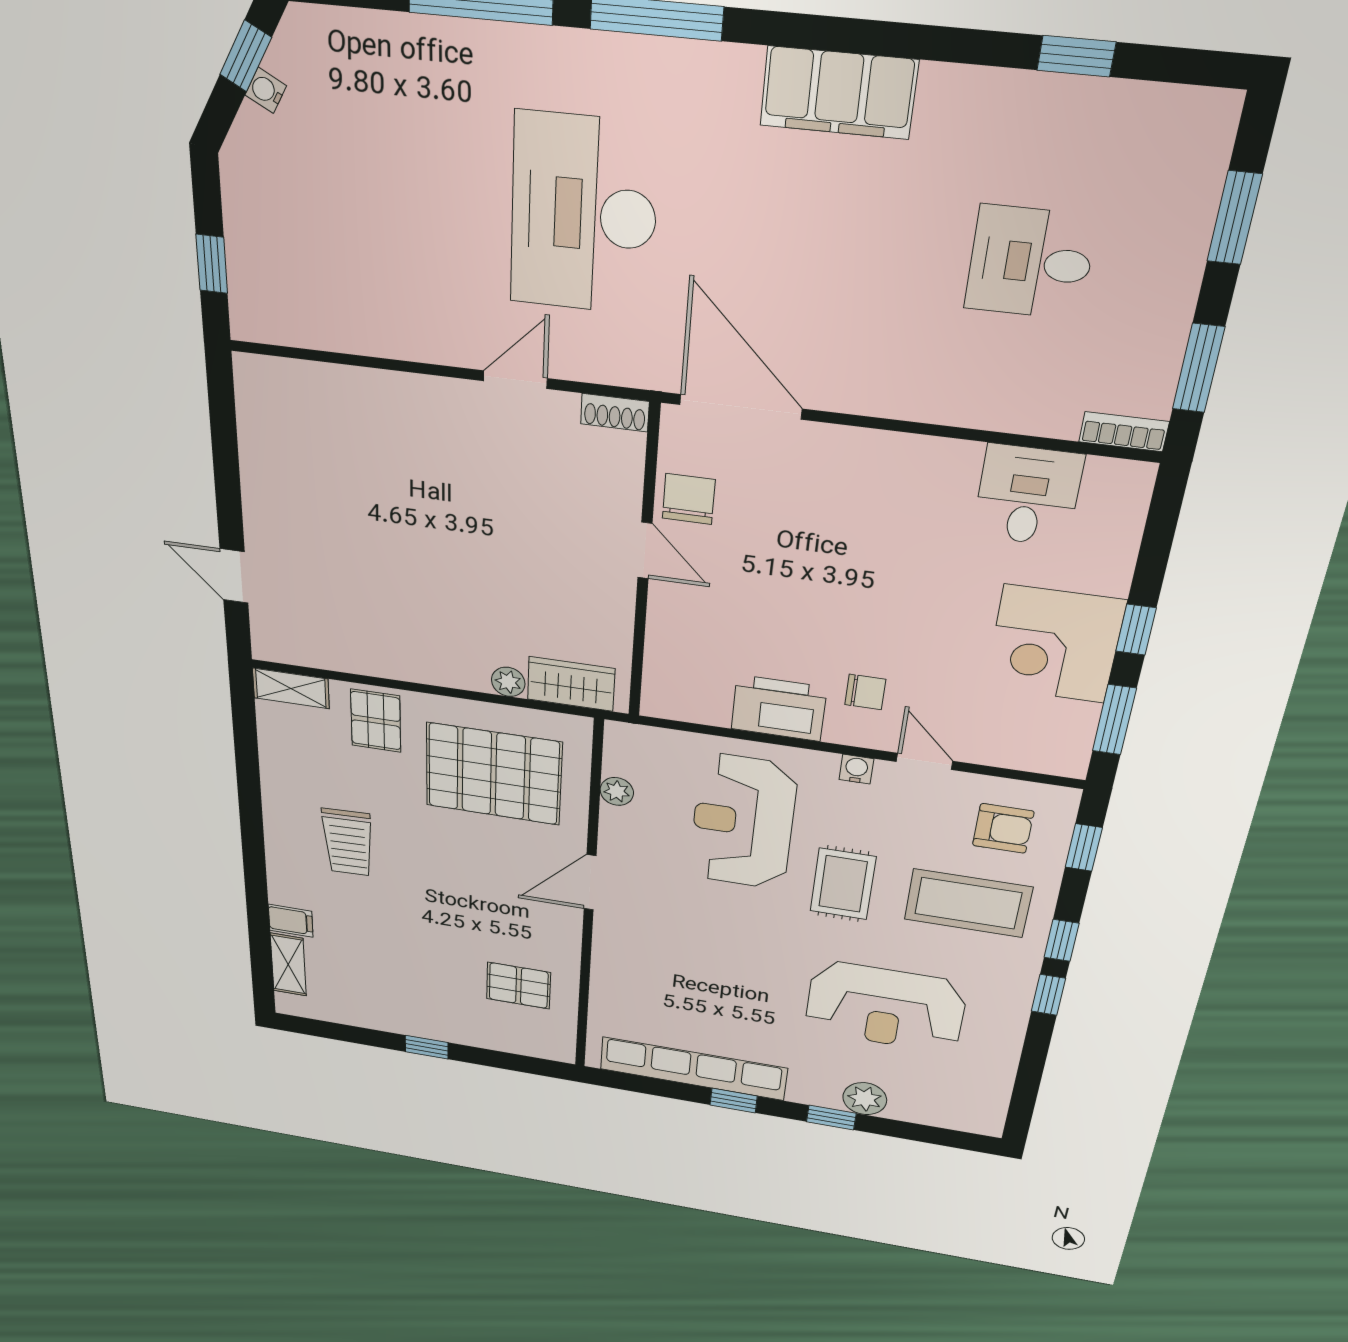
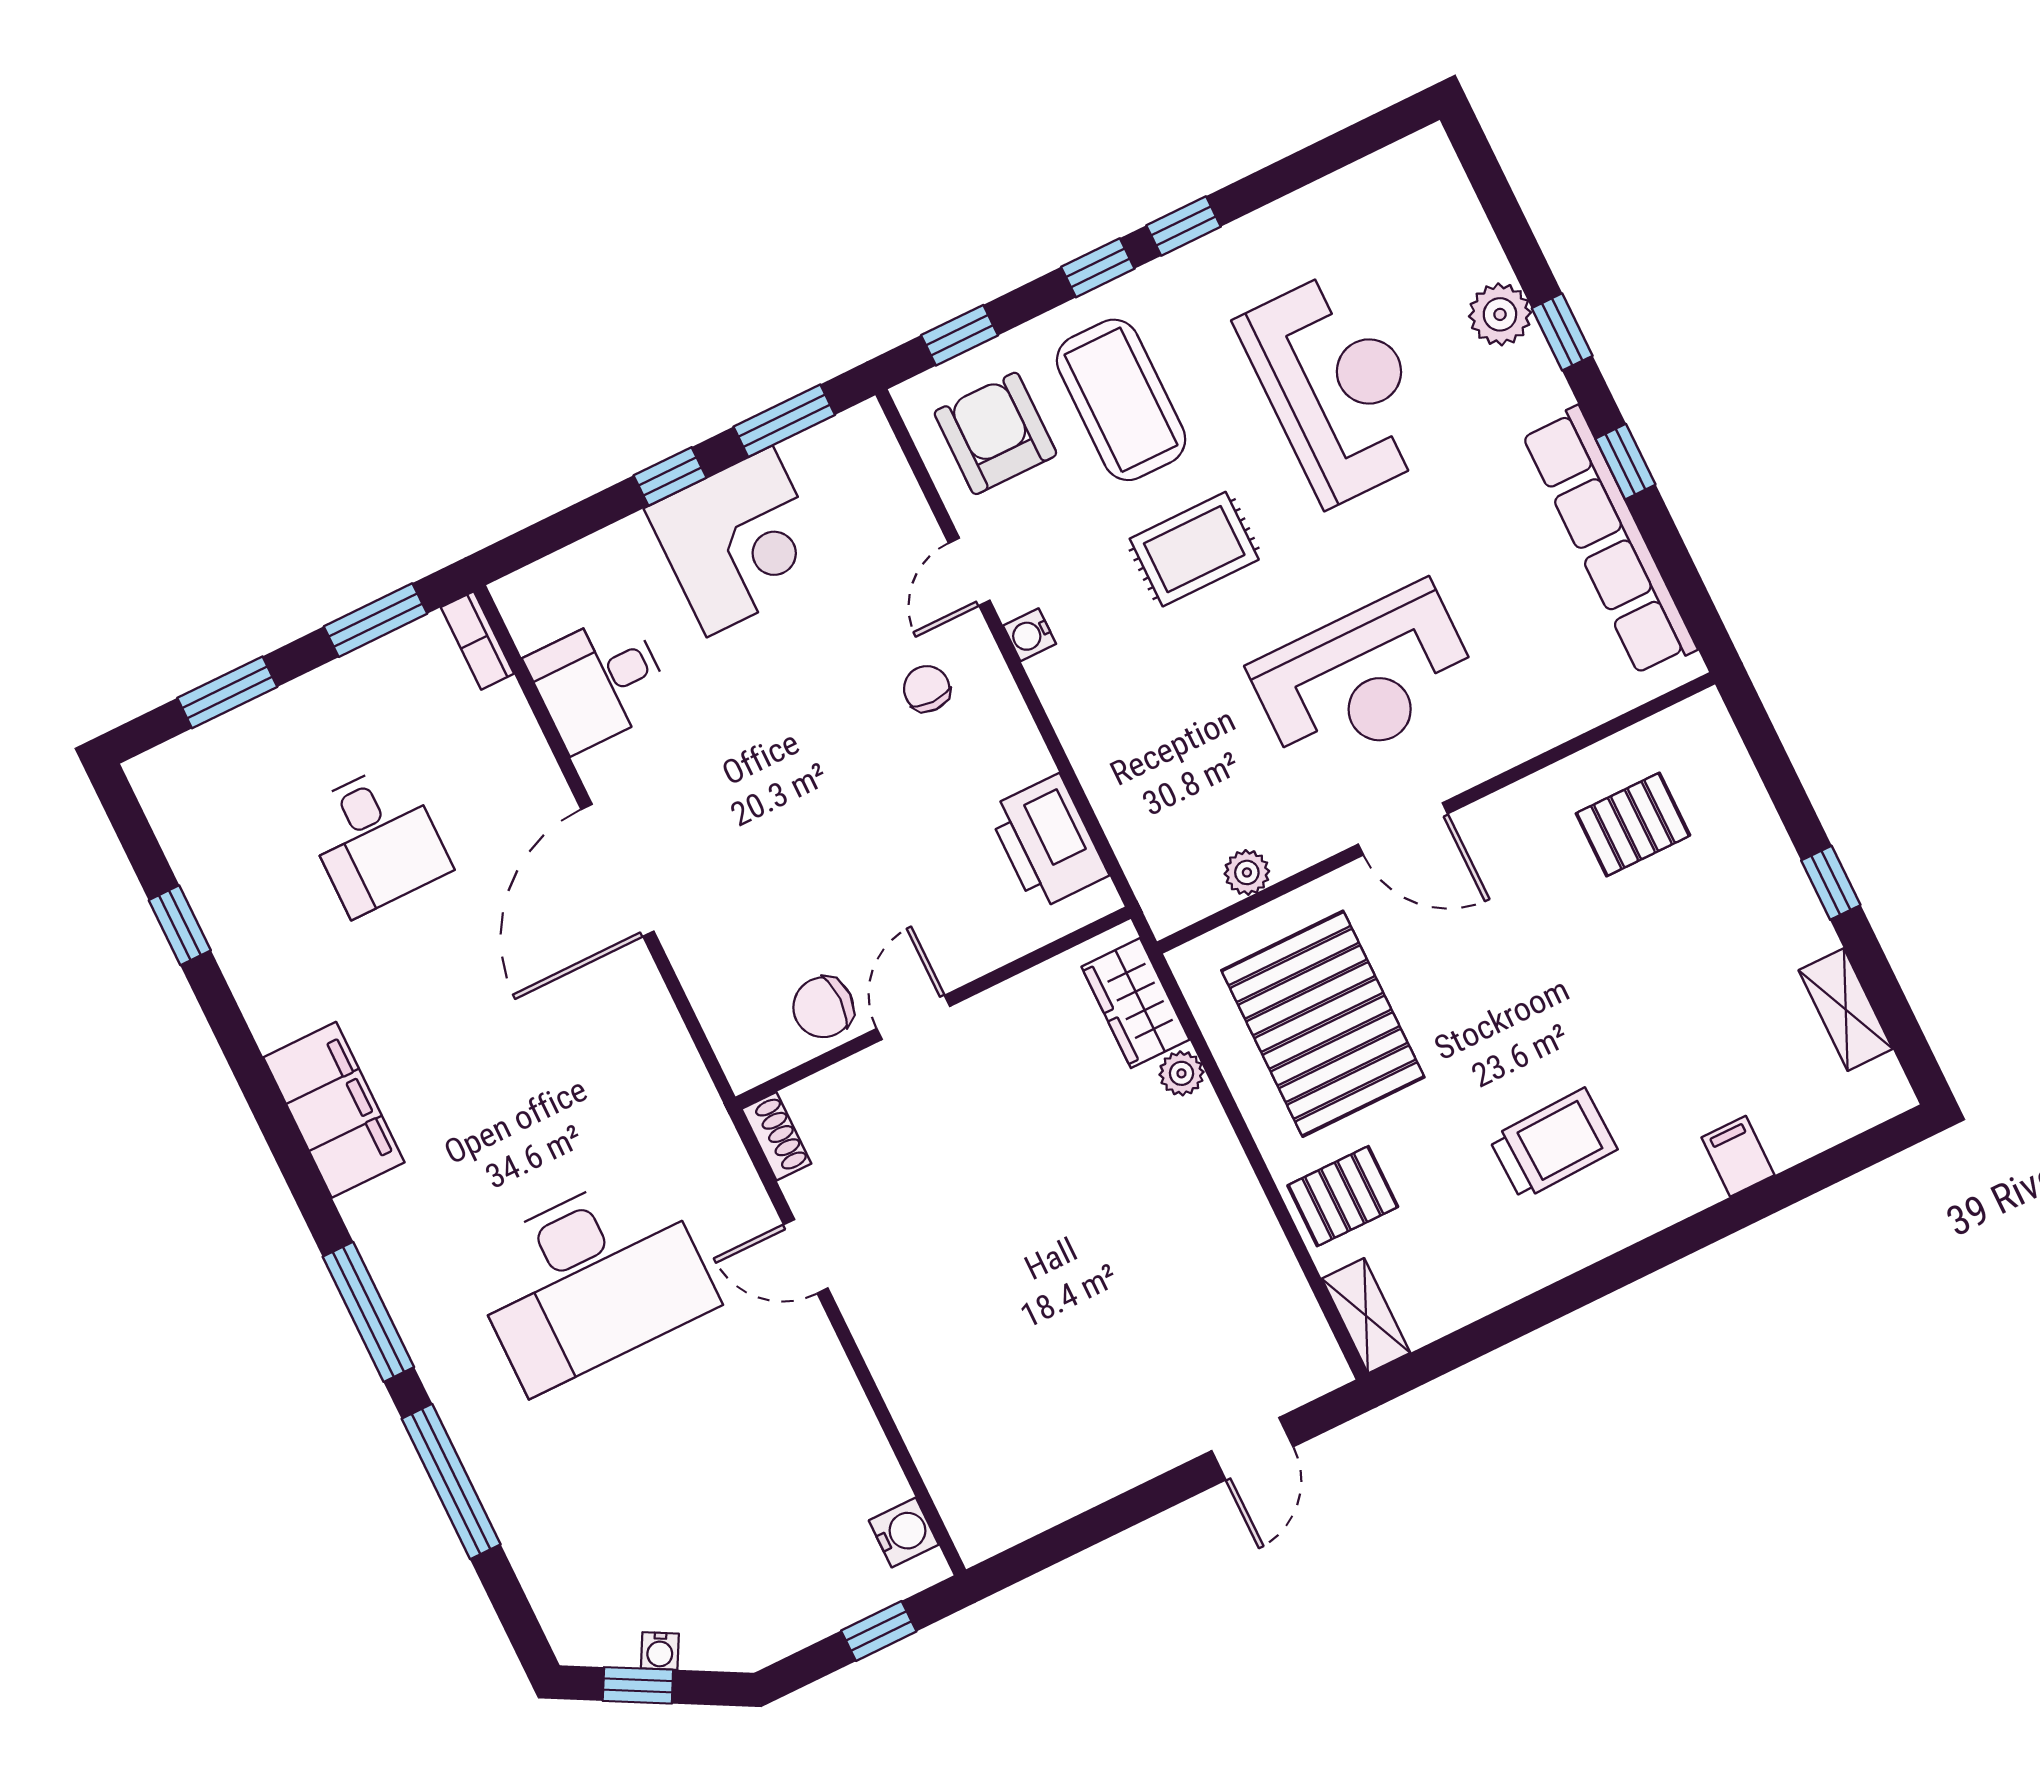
water cooler: (278, 325) -> (904, 1532), added
door: (741, 407) -> (617, 870), moved
printer: (779, 708) -> (1048, 842), moved
reception desk: (743, 822) -> (1365, 679), moved
armchair: (1003, 828) -> (995, 433), width x1.38, depth x1.38
shelving: (288, 965) -> (1846, 1010), moved, turned 90
pallet: (519, 986) -> (1633, 824), turned 90

